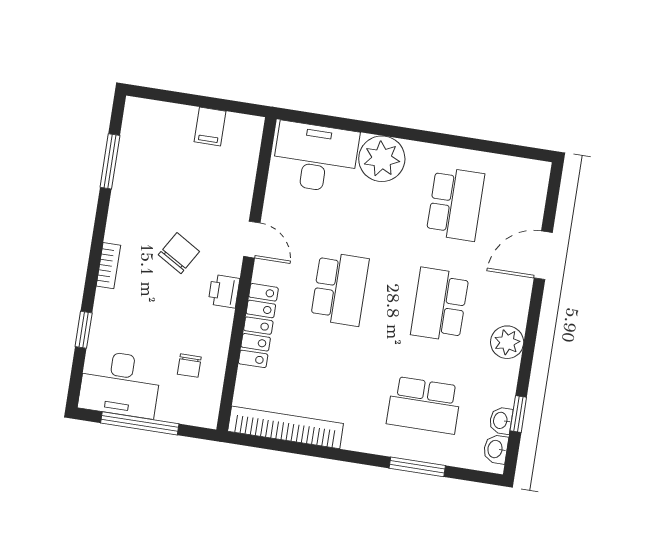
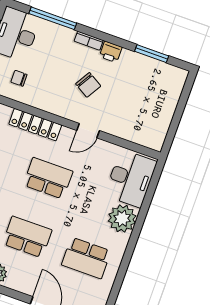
filing cabinet: (210, 127) -> (161, 118), removed
school desk: (340, 289) -> (48, 178), turned 180
printer: (224, 291) -> (111, 52), moved, turned 180
window: (84, 330) -> (53, 18), width x2.17

